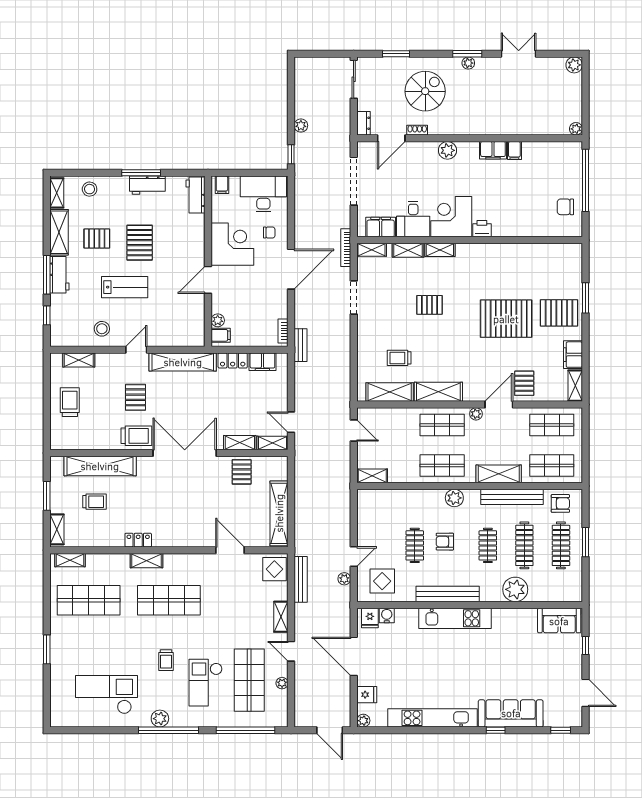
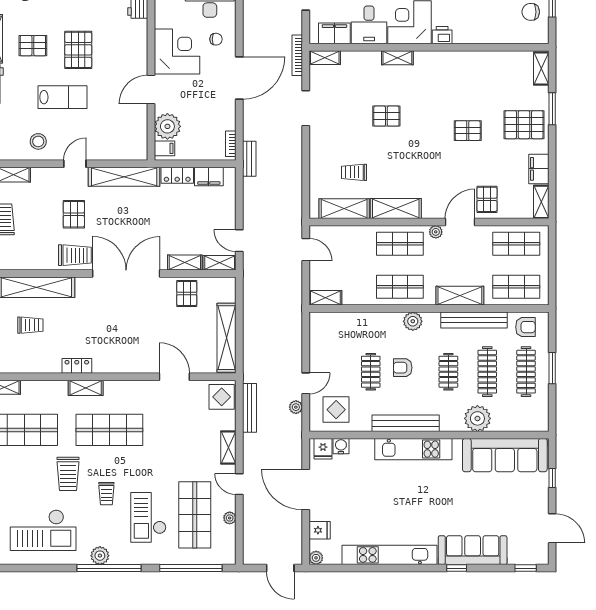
shelving: (408, 250) -> (541, 69), moved, turned 90
pallet: (506, 319) -> (468, 131), width x0.49, depth x0.50
plant: (218, 320) -> (167, 126), width x1.87, depth x1.87
sofa: (559, 621) -> (505, 455), width x1.85, depth x1.27
trolley: (130, 642) -> (68, 474), added
checkout: (106, 695) -> (43, 530), turned 180

